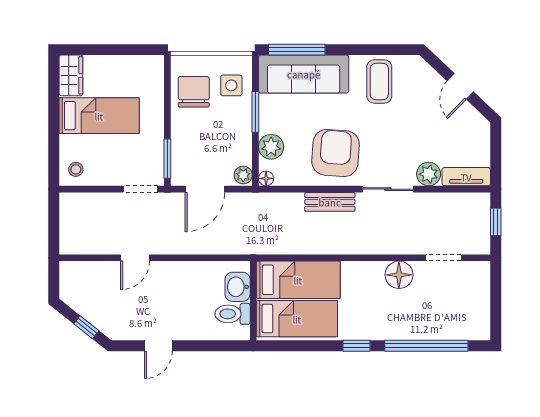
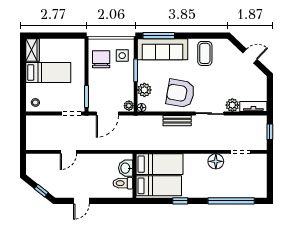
door: (460, 86) -> (250, 56), swing flipped
armchair: (336, 153) -> (180, 93), turned -84
window: (356, 346) -> (180, 201), moved

